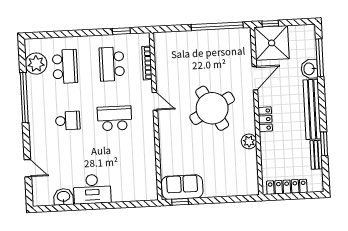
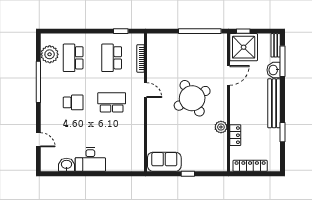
school desk: (65, 66) -> (73, 58), turned 180
locker: (265, 119) -> (235, 135), moved
bench: (316, 155) -> (276, 45), moved
window: (180, 202) -> (188, 174), moved

